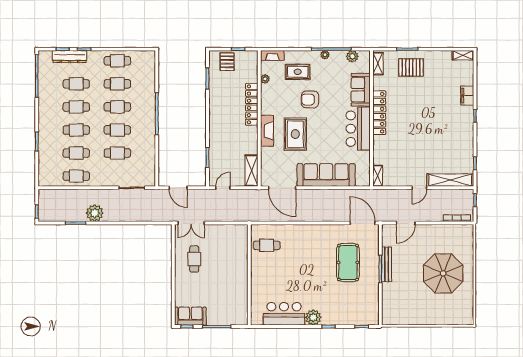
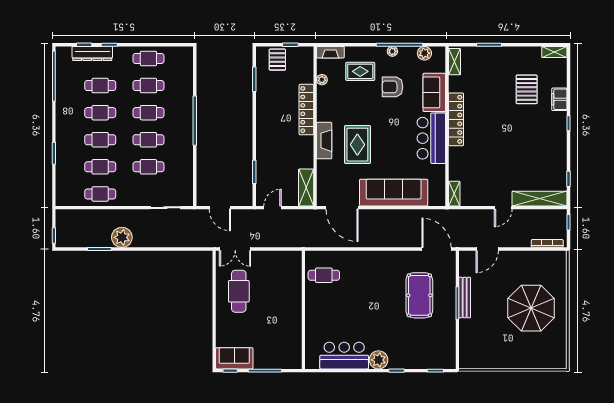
pallet: (411, 67) -> (527, 89), moved, turned 90
armchair: (310, 99) -> (392, 87), moved
cafe table: (194, 259) -> (239, 291), width x1.37, depth x1.35

